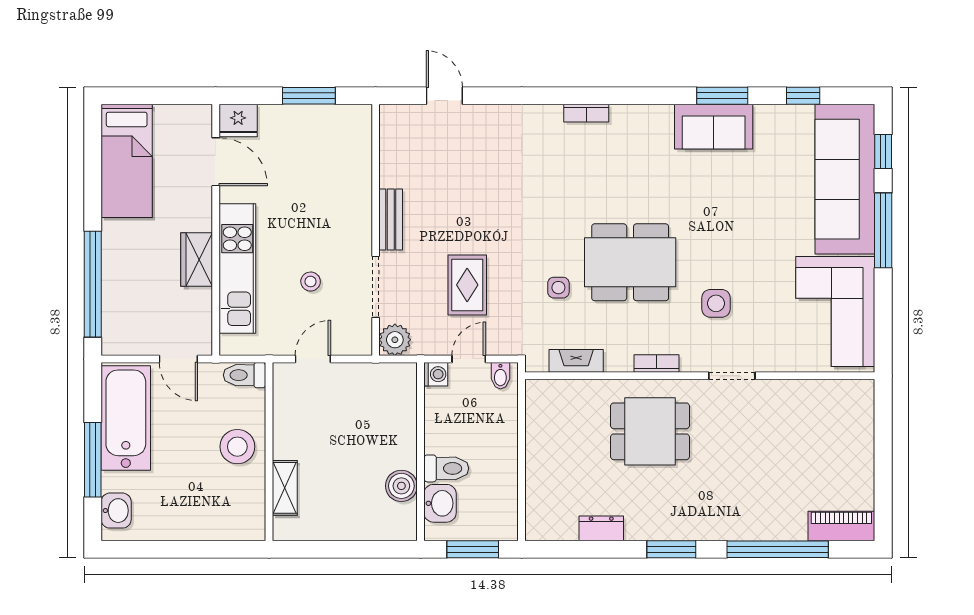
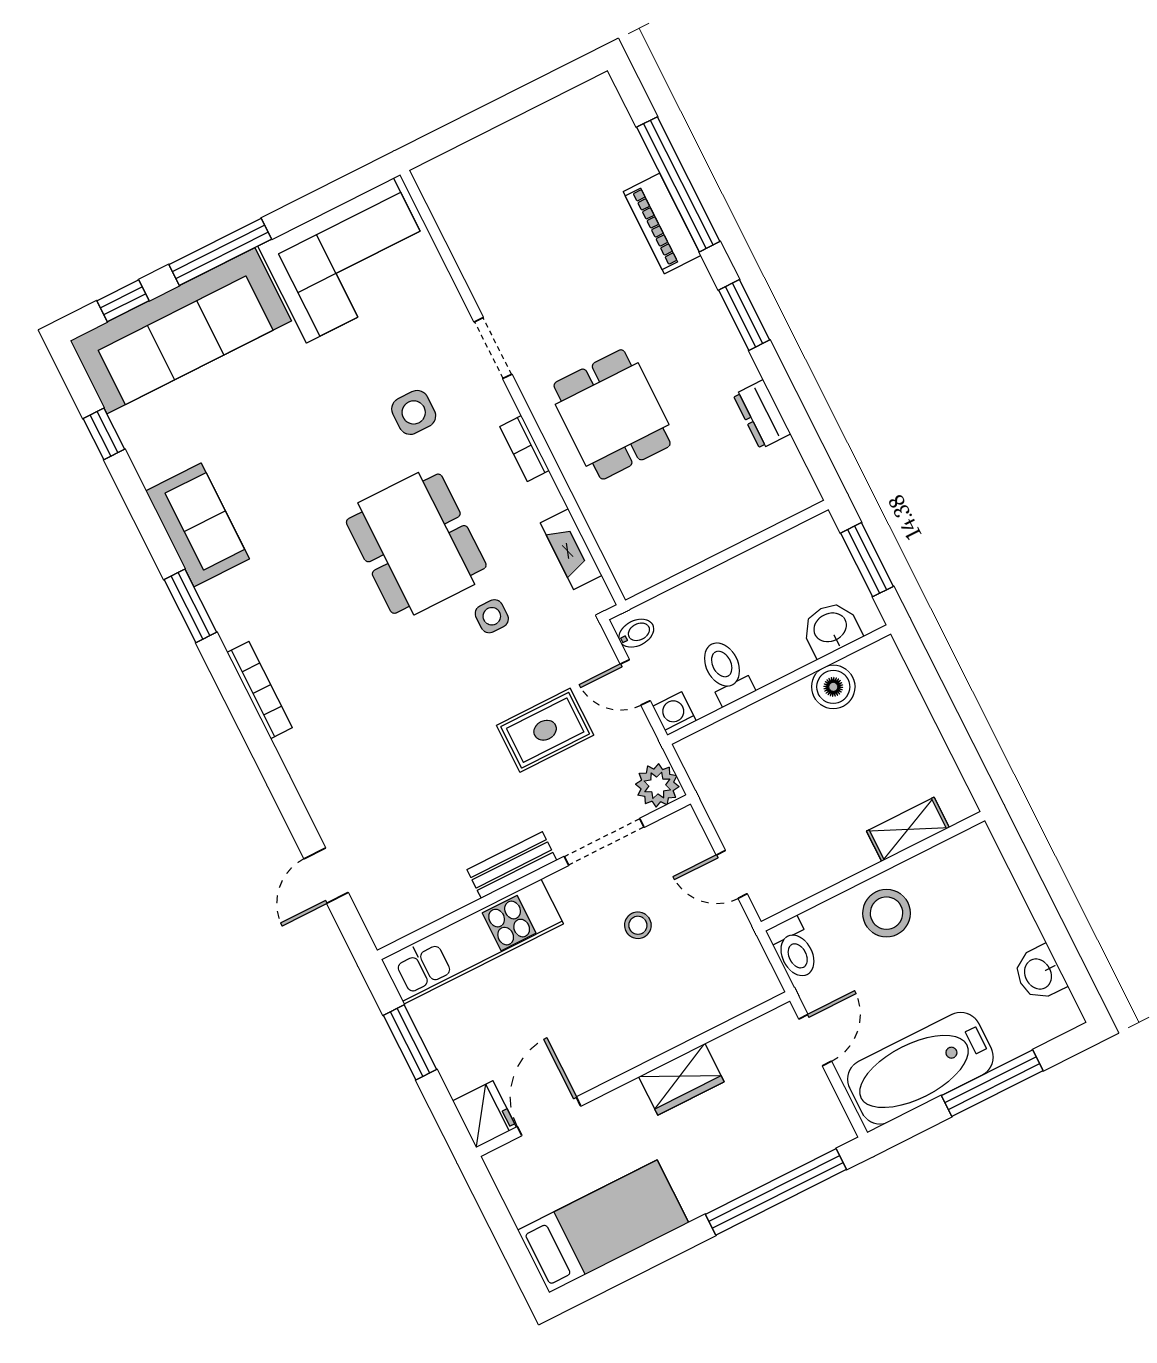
window: (722, 96) -> (190, 606), moved
bookcase: (586, 113) -> (260, 690), width x1.56
kitchen unit: (237, 269) -> (472, 942), moved, turned 180
toilet: (446, 468) -> (726, 672), moved
washbasin: (116, 511) -> (1039, 973), moved, turned -90
piano: (841, 526) -> (662, 224), moved

